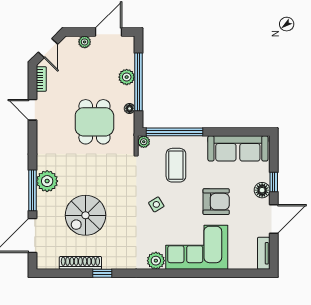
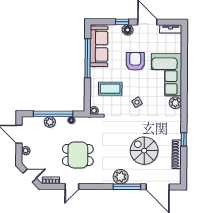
dining table: (94, 122) -> (78, 155), moved
window: (174, 132) -> (88, 58), moved
spiral stairs: (85, 215) -> (144, 151), turned 180

